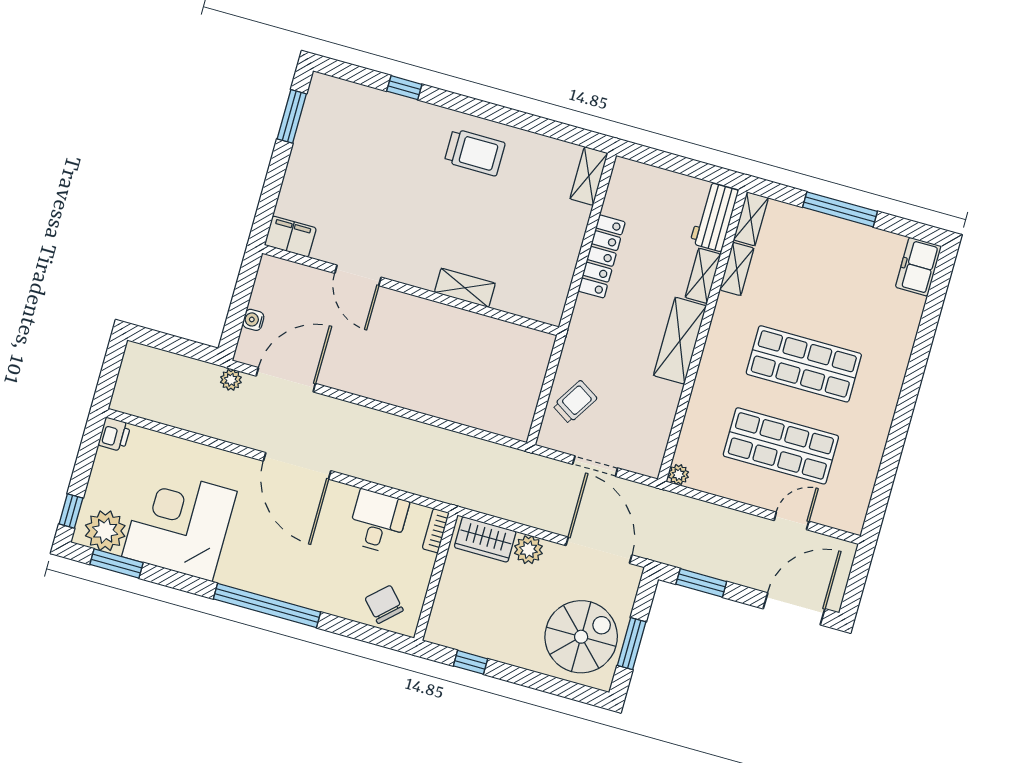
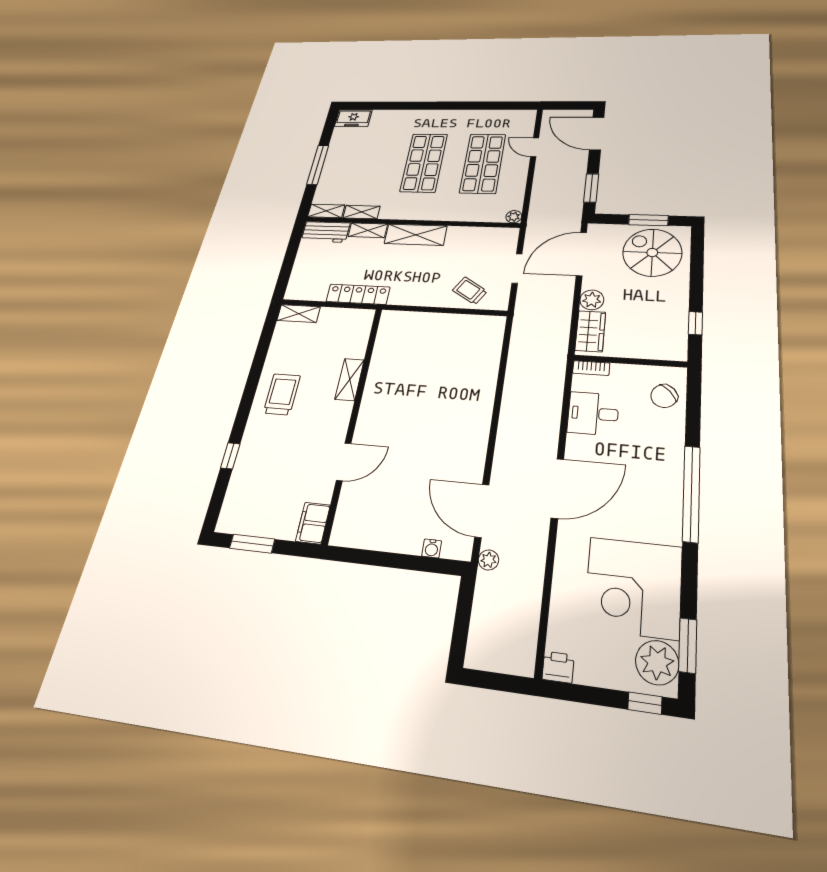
filing cabinet: (290, 236) -> (313, 523), moved
door: (358, 275) -> (344, 462), moved
shelving: (465, 288) -> (350, 379), moved
wall: (411, 290) -> (354, 419), moved

